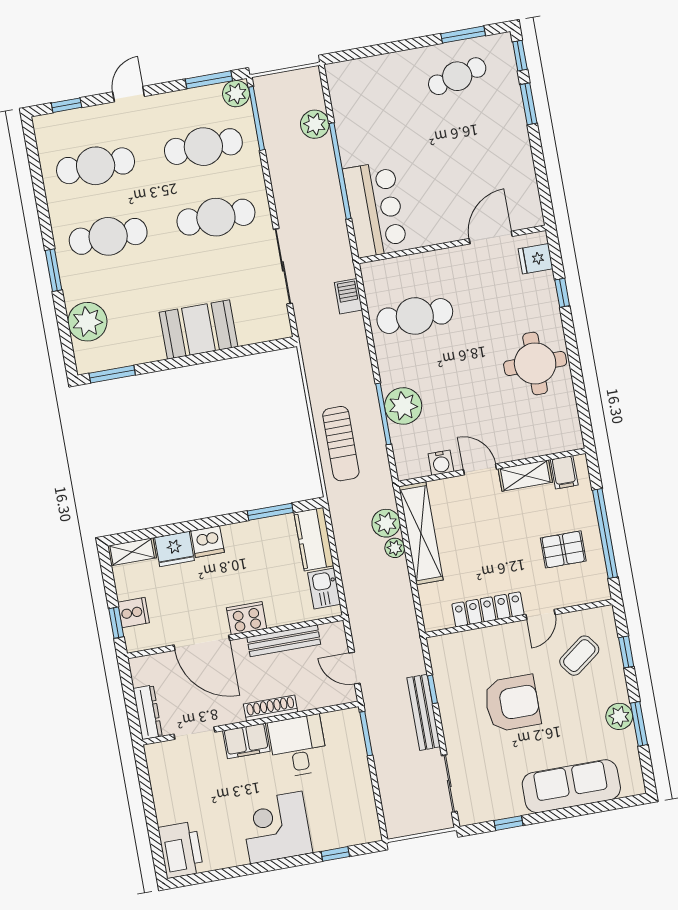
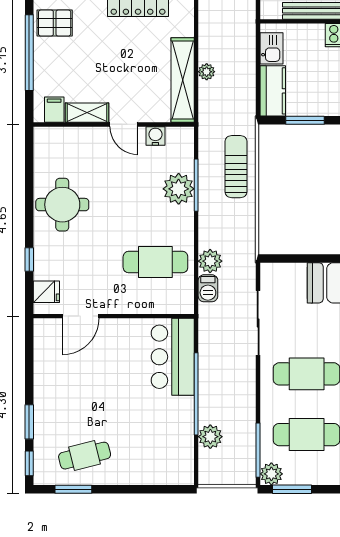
plant: (386, 523) -> (210, 261), moved
pallet: (563, 549) -> (55, 23), moved

